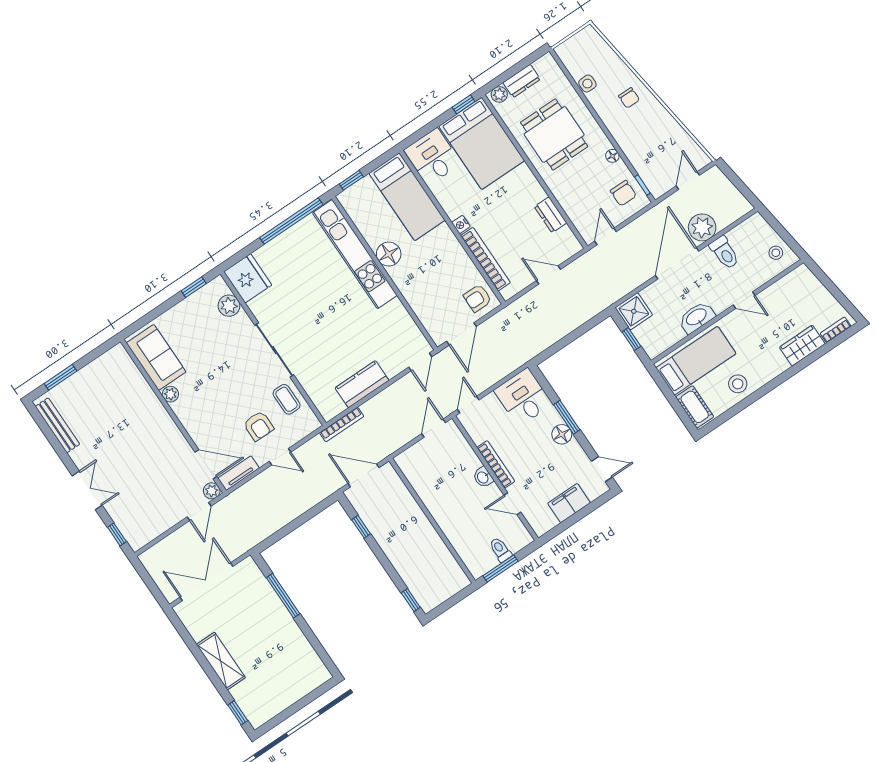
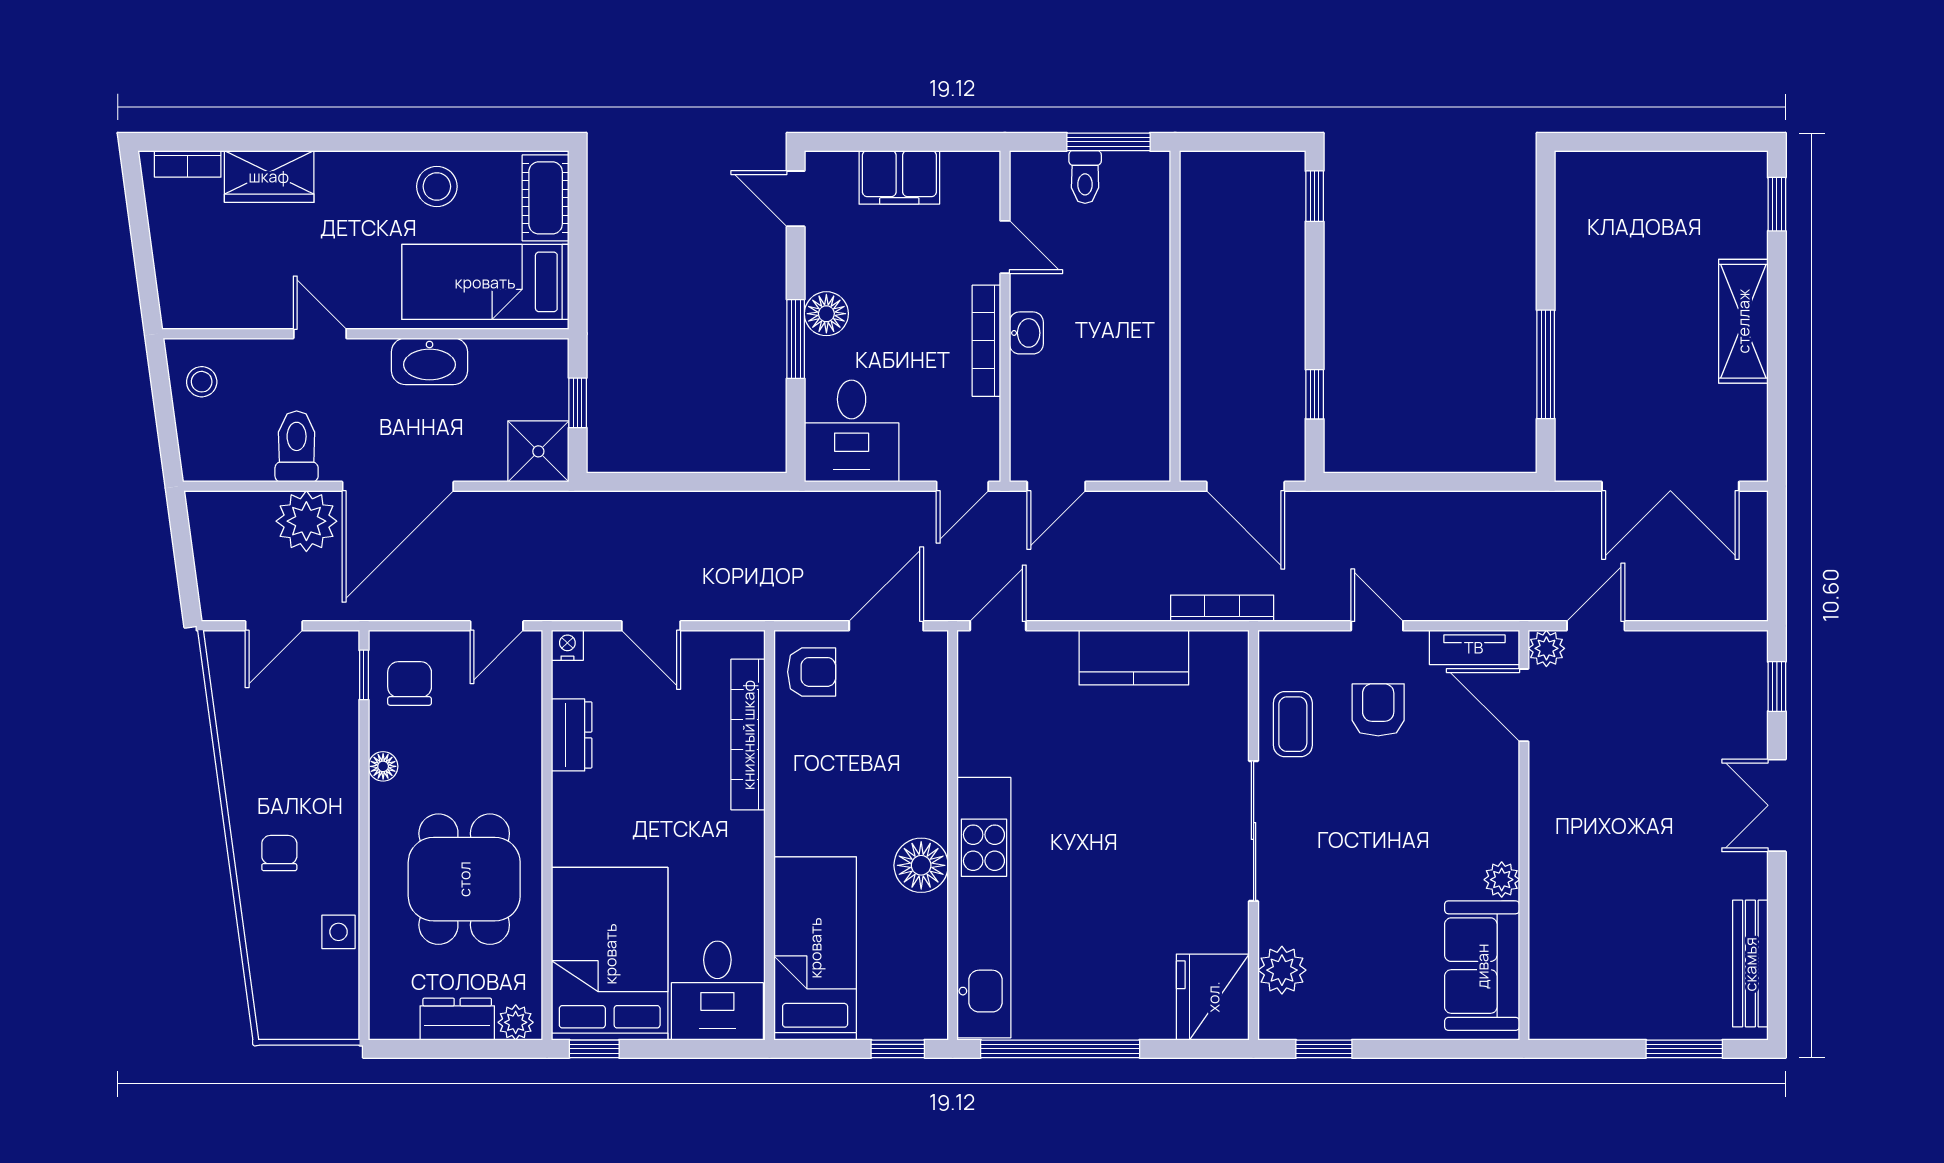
nightstand: (461, 225) -> (567, 645), moved, turned -90

